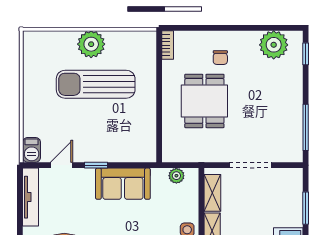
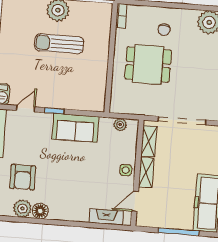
sun lounger: (96, 84) -> (59, 44), width x0.73, depth x0.75
dining table: (204, 101) -> (148, 65), turned 90
doorway: (250, 165) -> (182, 121), width x1.36

